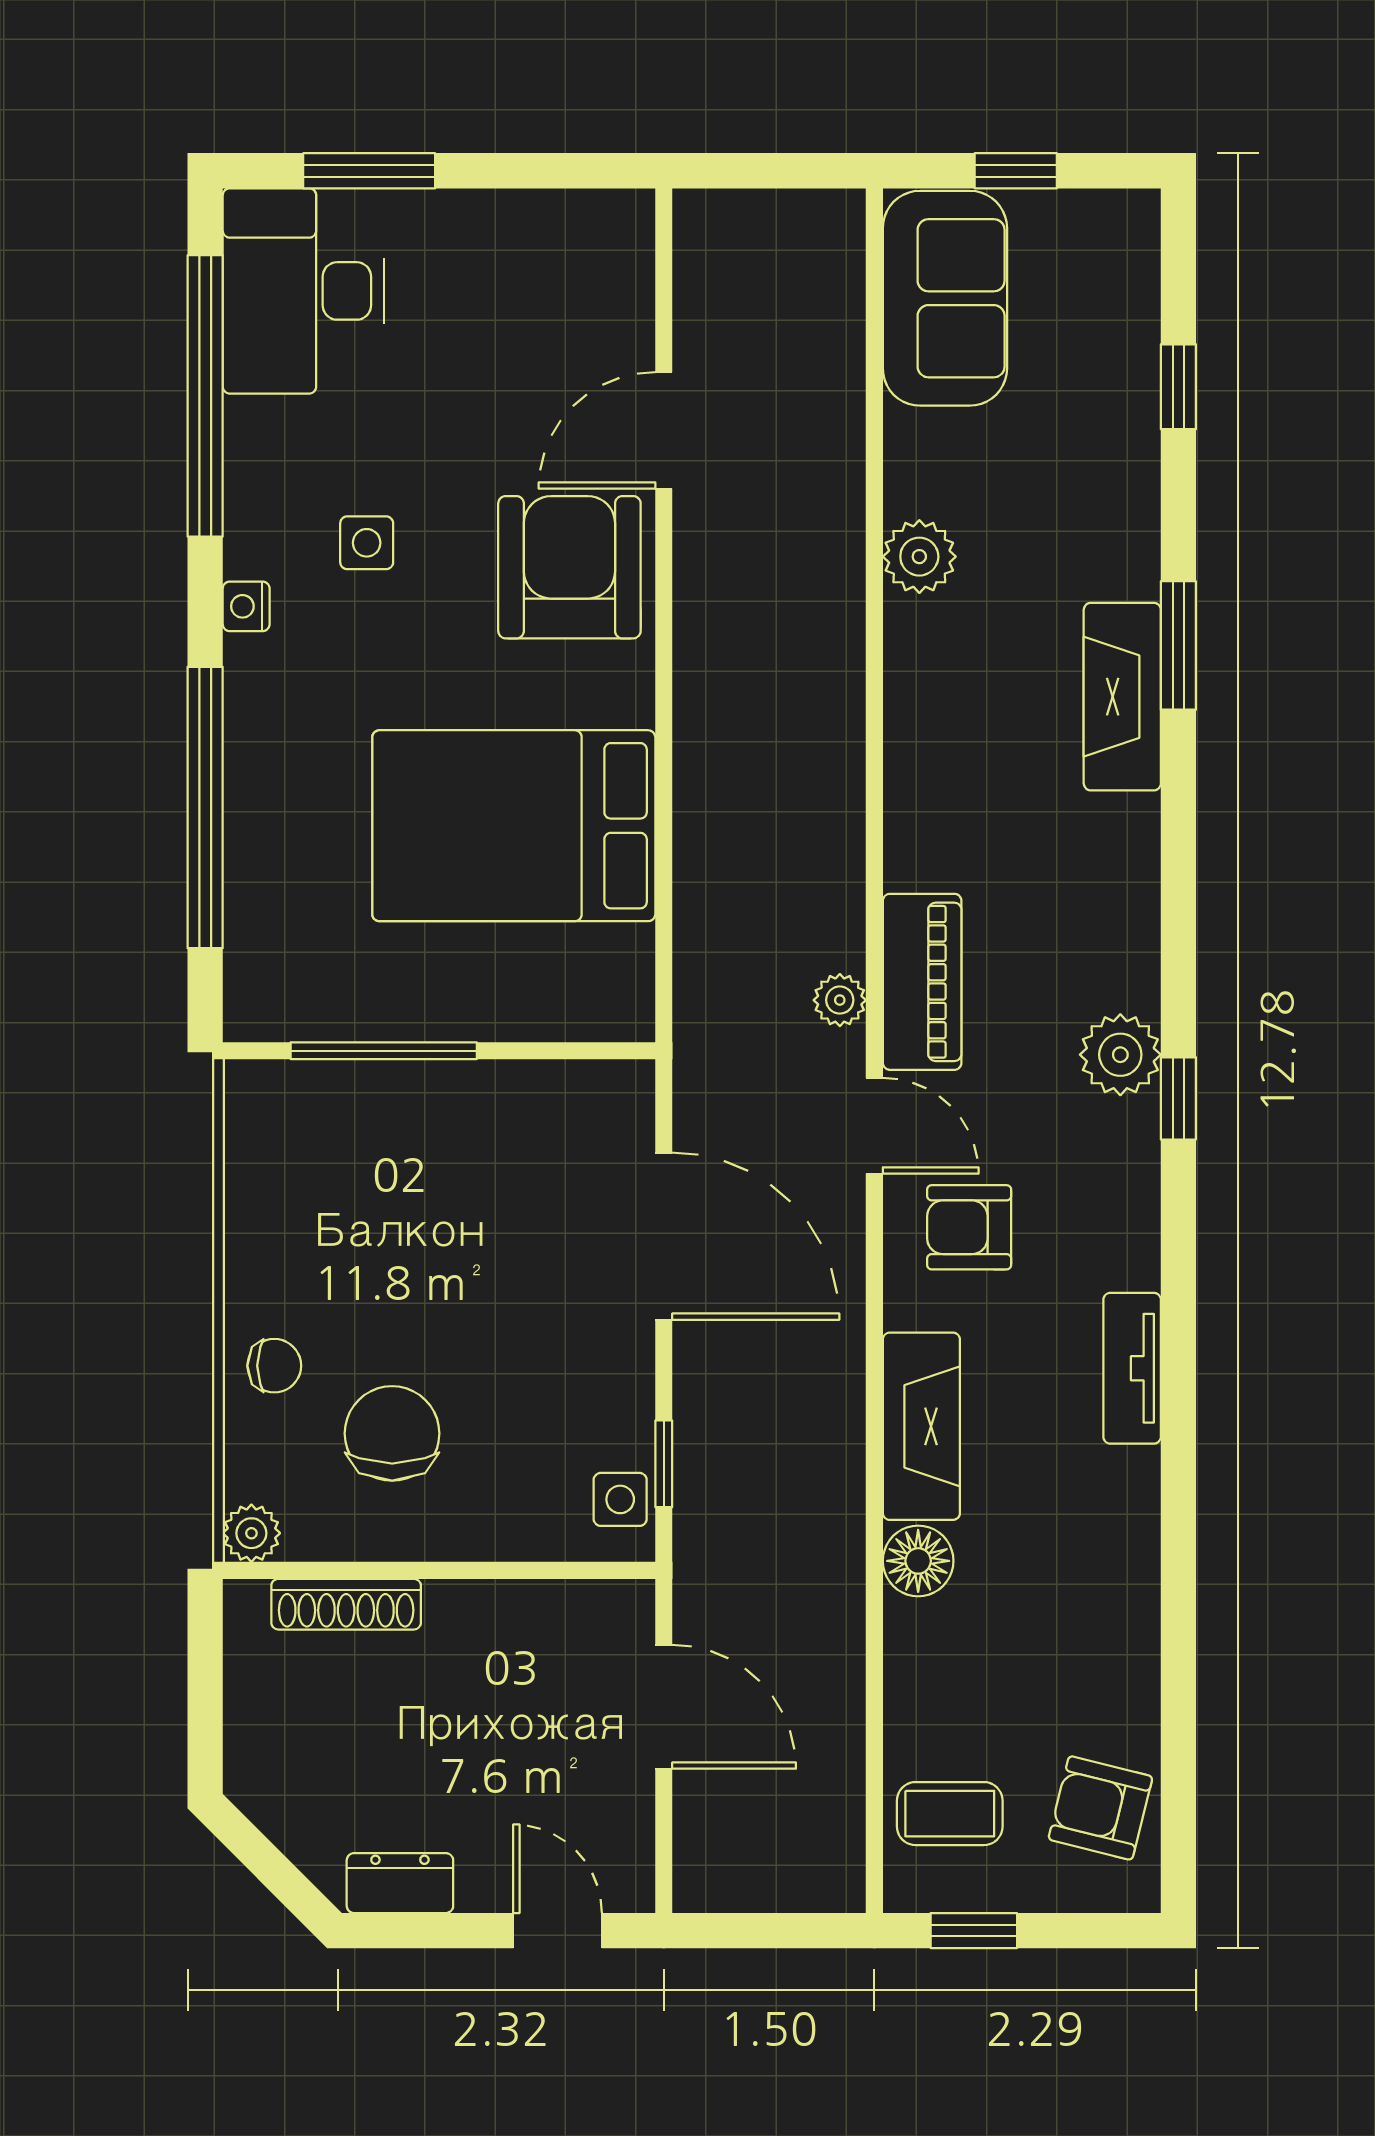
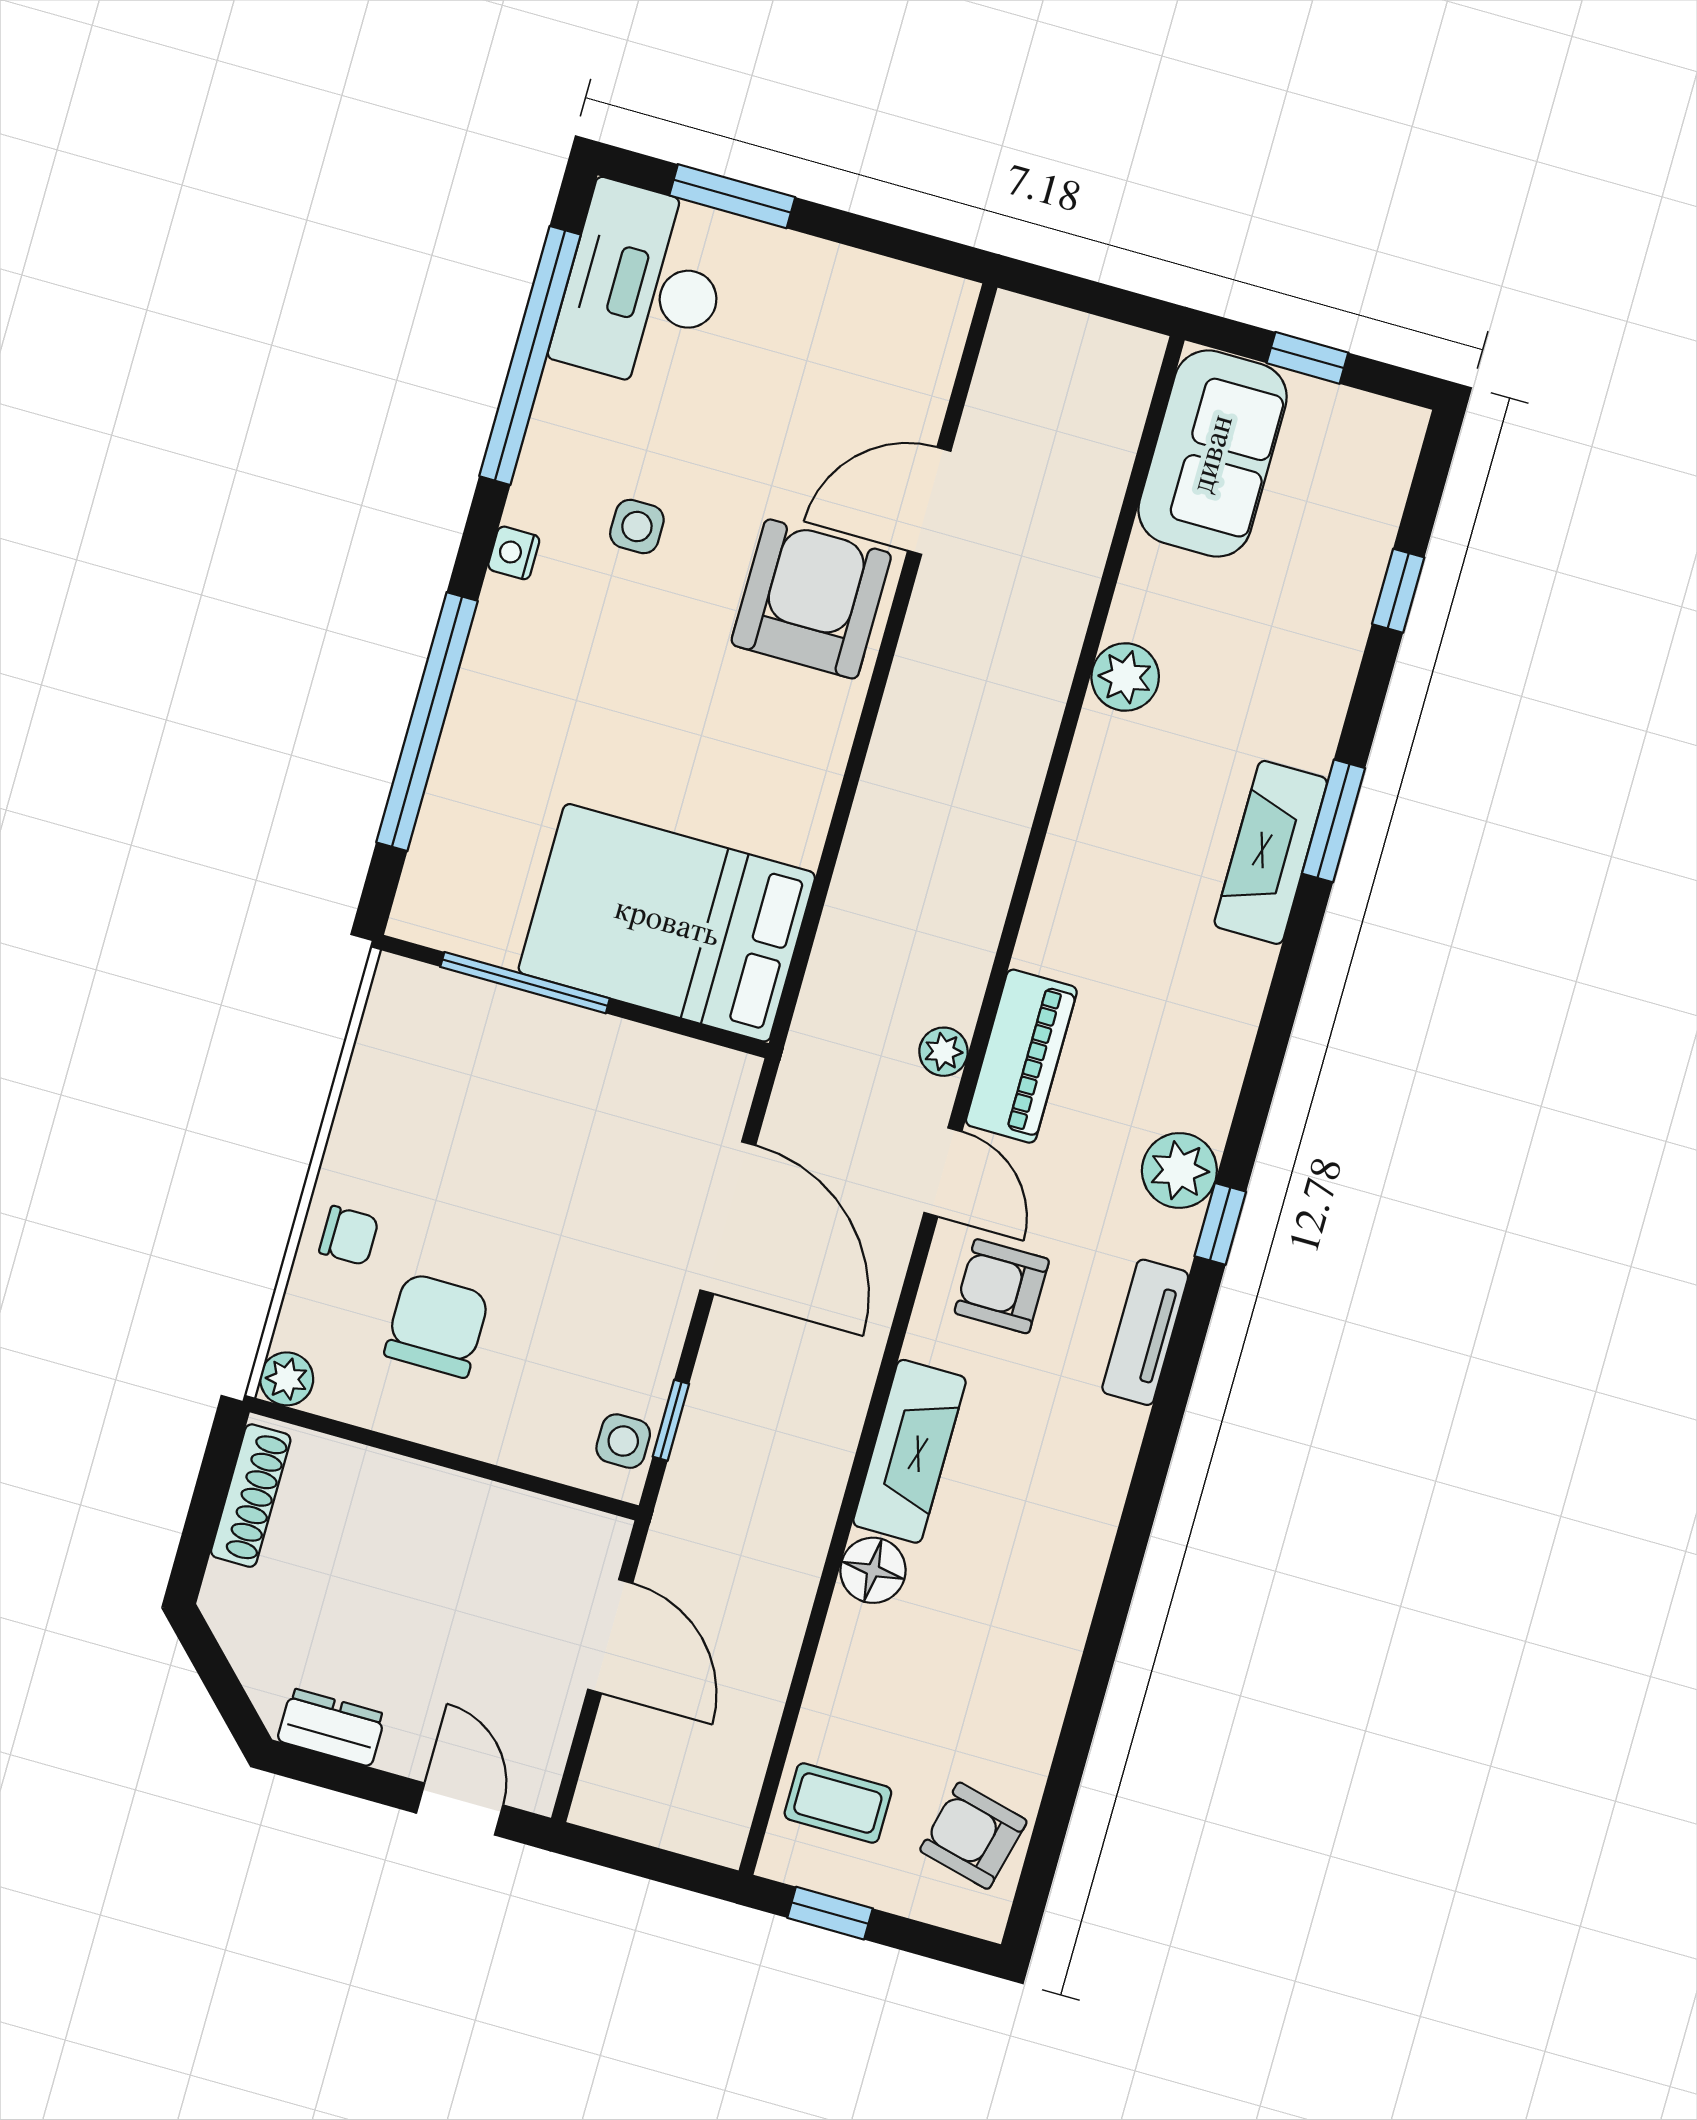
bed: (514, 826) -> (667, 923), moved
tv unit: (1132, 1368) -> (1145, 1332), moved
shoe rack: (346, 1604) -> (251, 1496), moved, turned -90

